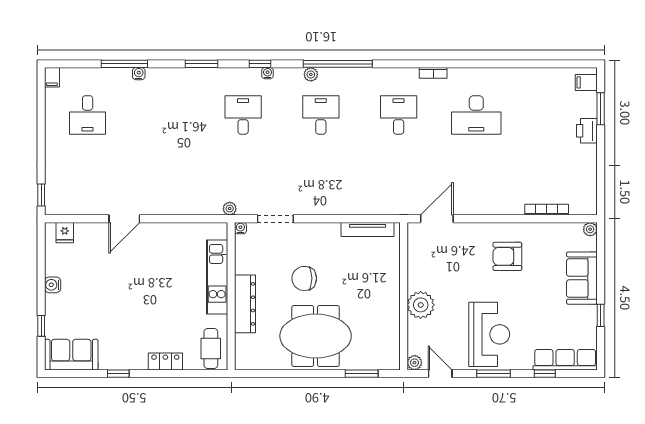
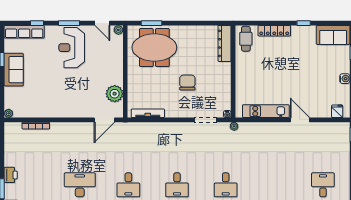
door: (124, 219) -> (300, 120), hinge flipped
armchair: (507, 256) -> (60, 96), removed
kitchen unit: (217, 277) -> (266, 111), moved, turned -90
chair: (304, 278) -> (187, 83), turned -90
sofa: (582, 278) -> (14, 70), moved
dresser: (245, 304) -> (224, 43), moved
plant: (421, 305) -> (115, 94), moved
meeting table: (316, 336) -> (154, 48), moved
locker: (165, 361) -> (274, 31), width x1.53

